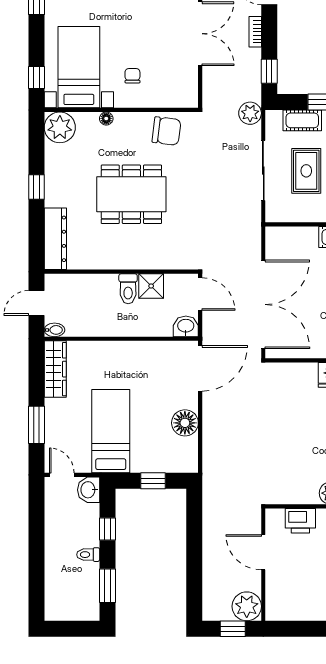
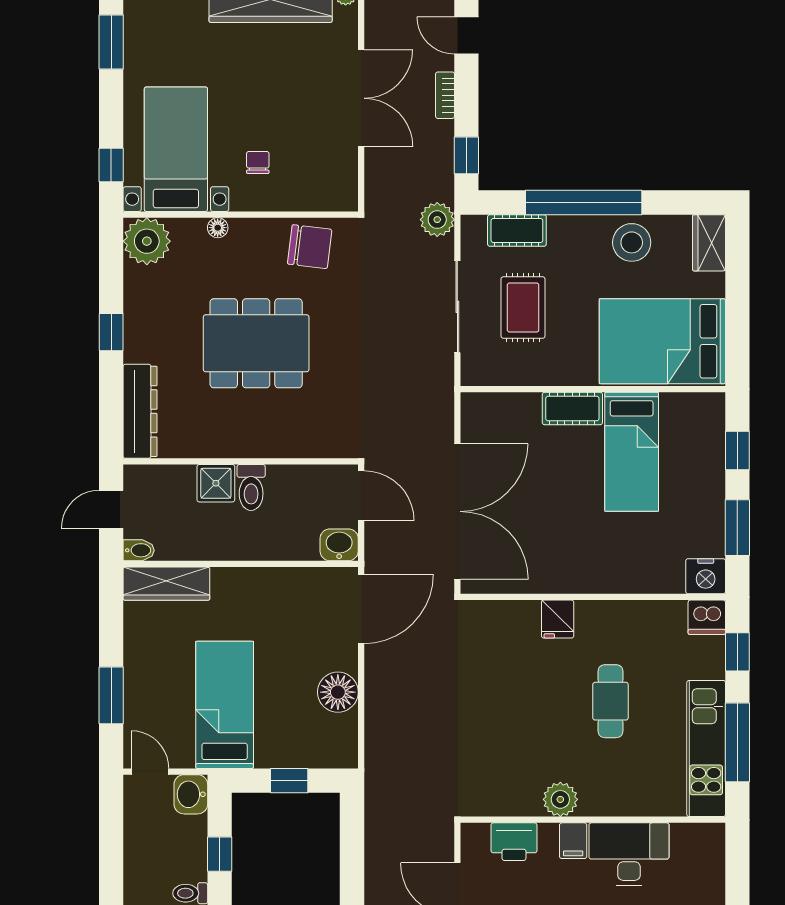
shower: (151, 286) -> (216, 483), moved
wardrobe: (55, 369) -> (166, 584), moved, turned 90

